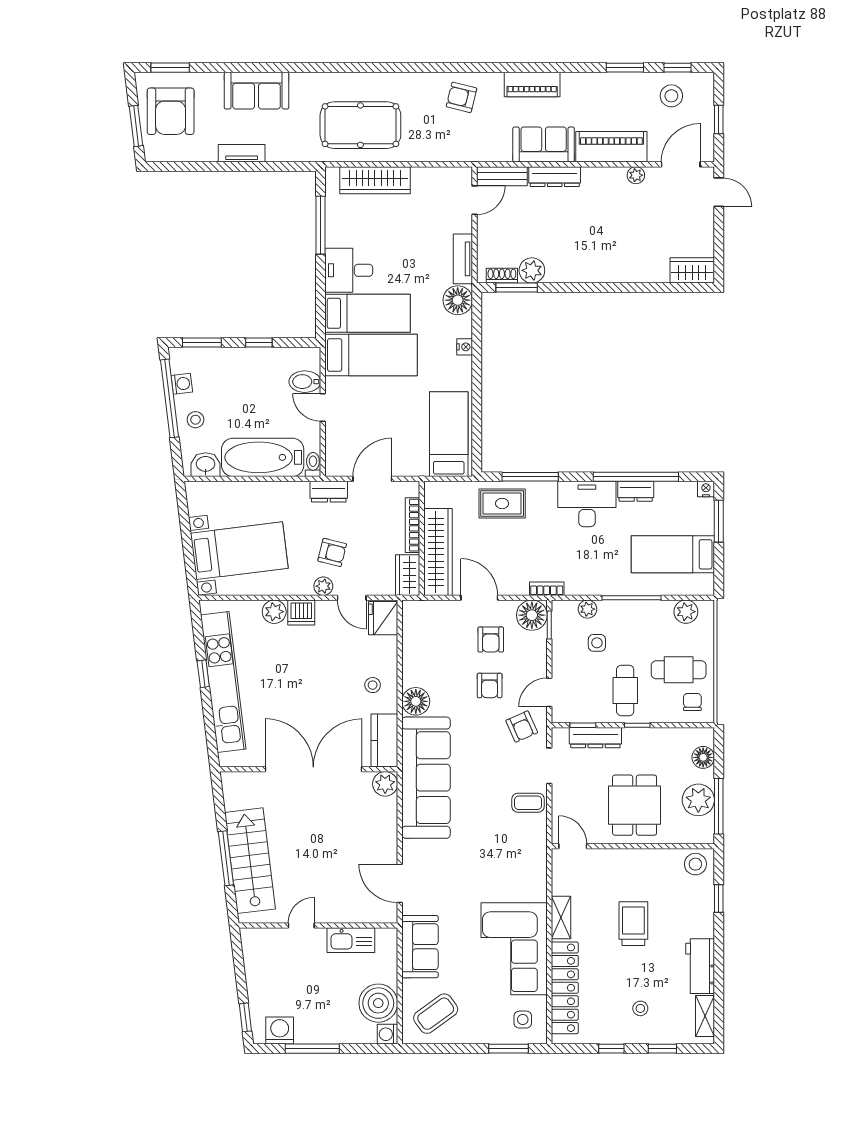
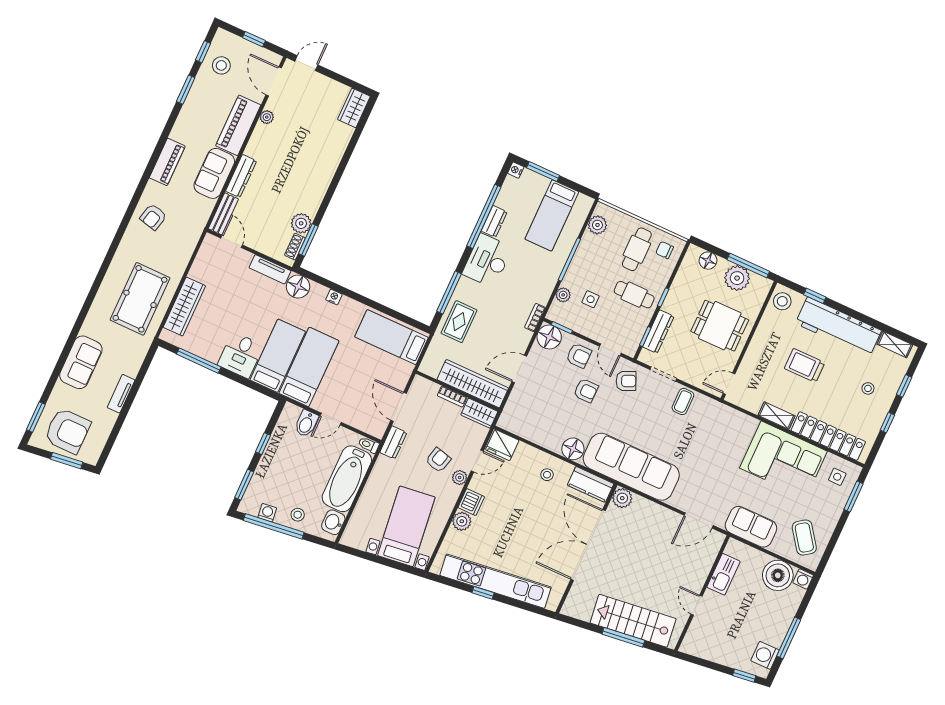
bookcase: (412, 525) -> (452, 397), width x0.64
armchair: (491, 640) -> (579, 356), moved
workbench: (700, 966) -> (838, 327), width x1.88, depth x1.32

